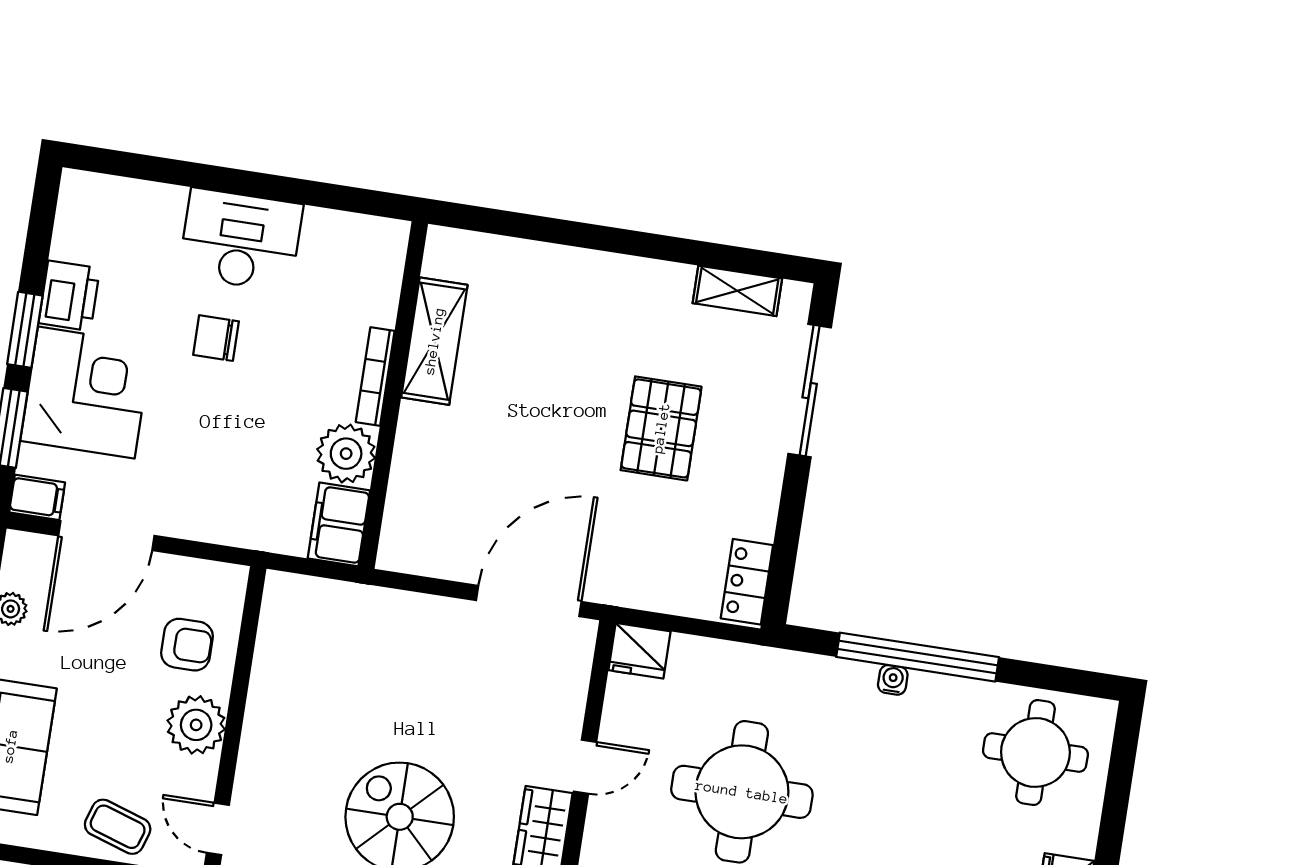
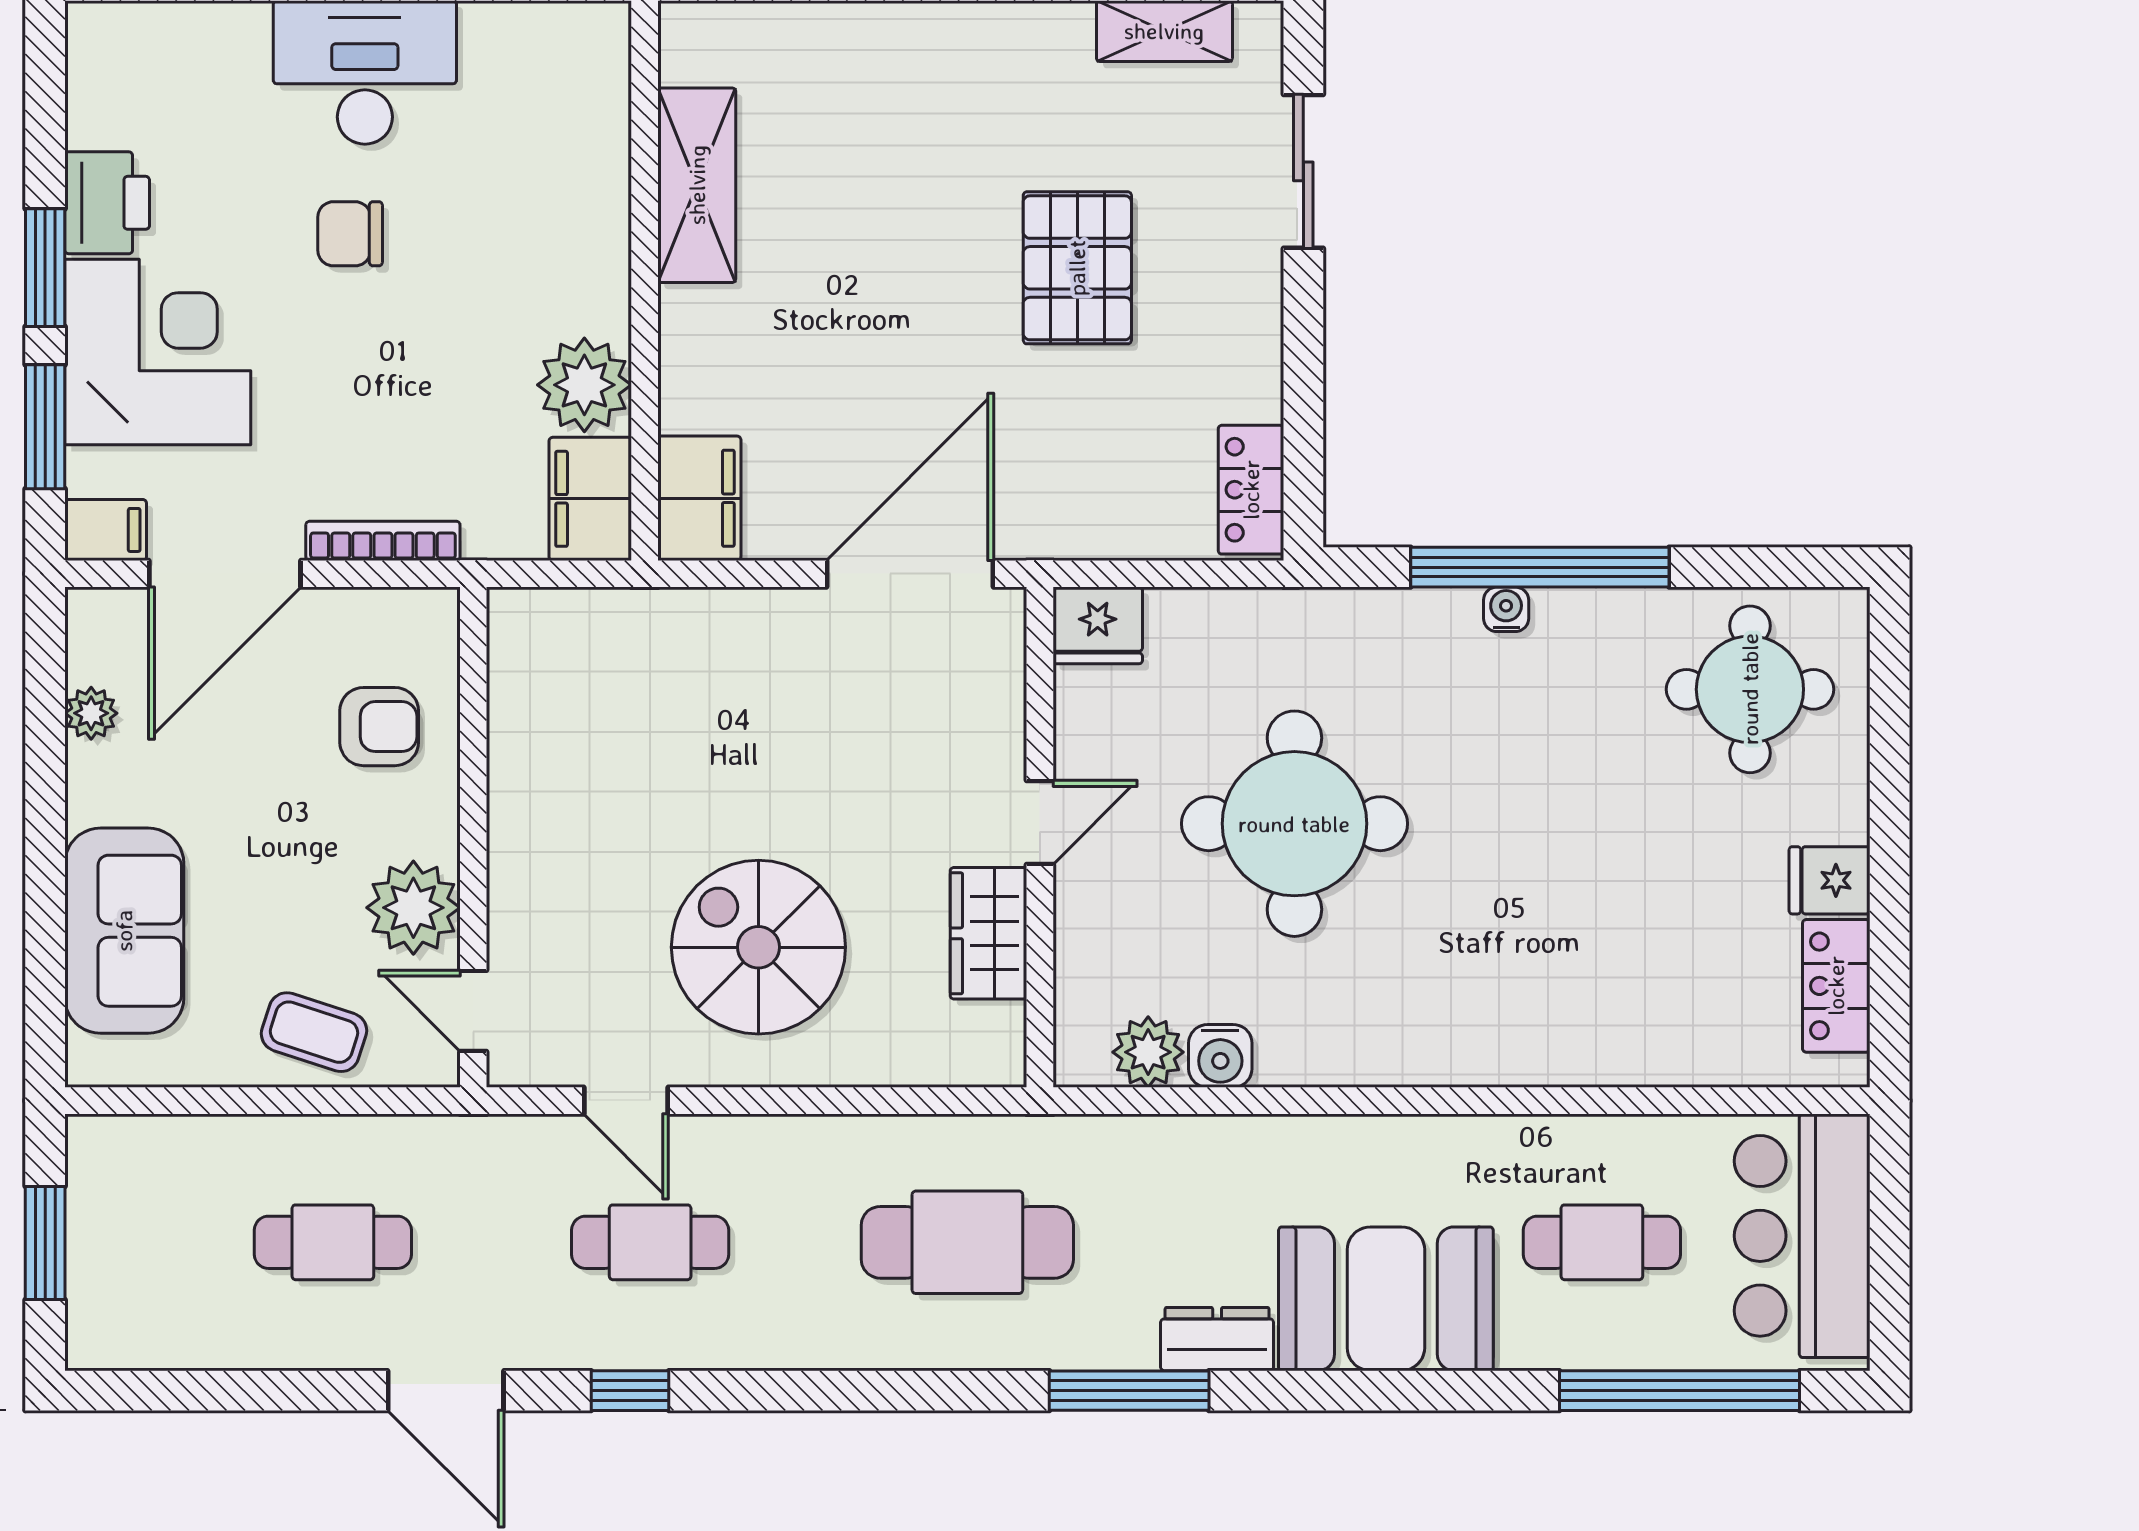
bookcase: (375, 377) -> (383, 541), moved, turned 90
sliding door: (810, 391) -> (1303, 171), width x0.73
filing cabinet: (406, 534) -> (699, 498), added
plant: (196, 725) -> (413, 908), moved

